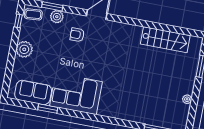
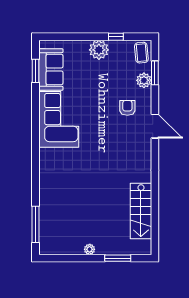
window: (18, 21) -> (116, 37), moved
plant: (187, 99) -> (90, 249), moved
window: (48, 109) -> (35, 71), moved

